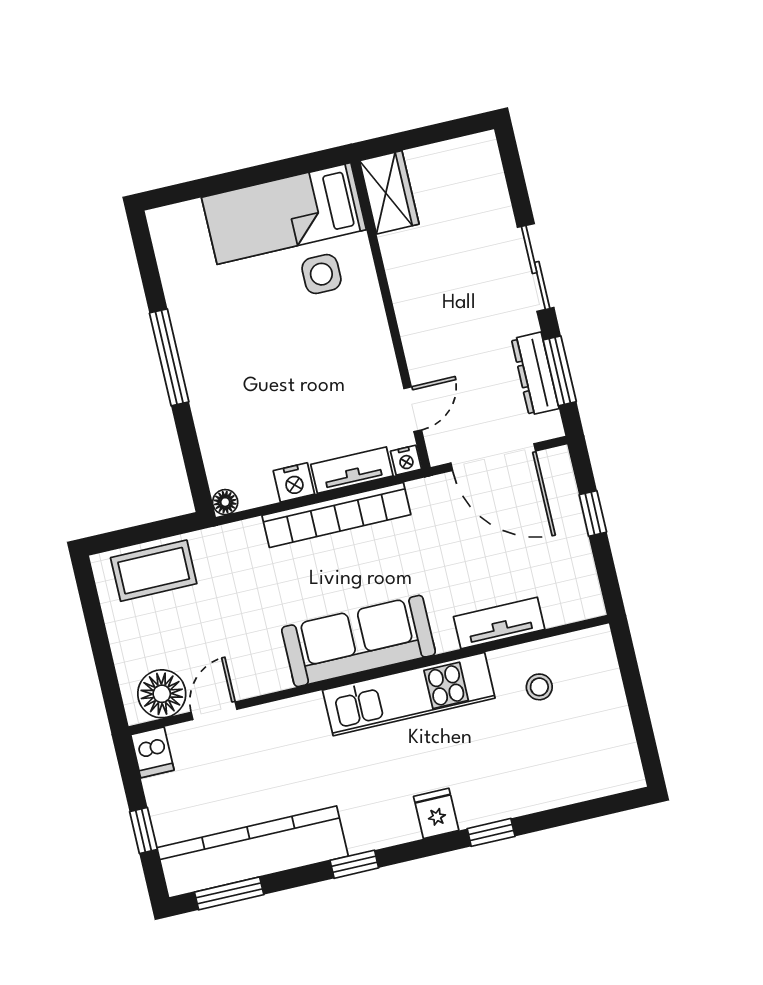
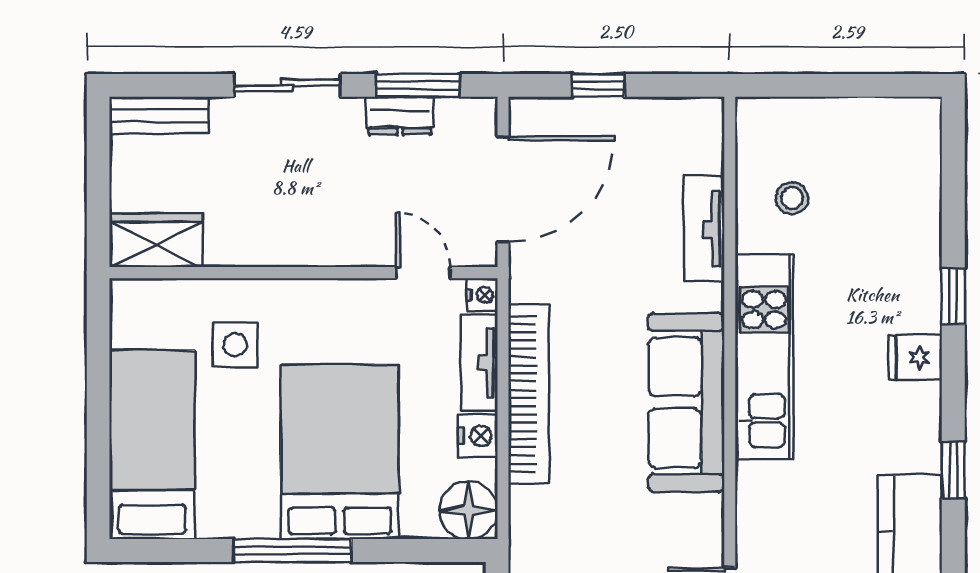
bench: (488, 171) -> (159, 115), added
bed: (284, 214) -> (152, 445), moved, turned 180
dresser: (535, 374) -> (400, 116), width x0.70
bed: (256, 376) -> (340, 452), added
floor lamp: (225, 502) -> (469, 510), width x1.89, depth x1.89

